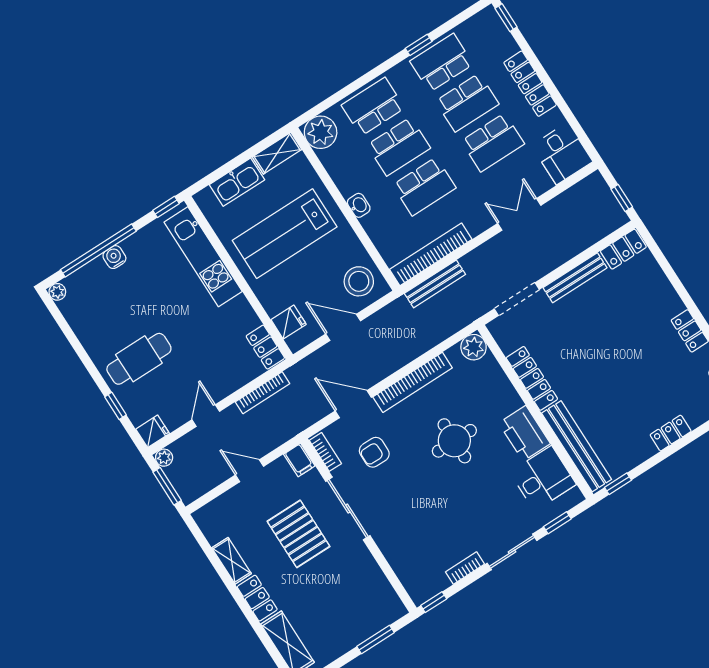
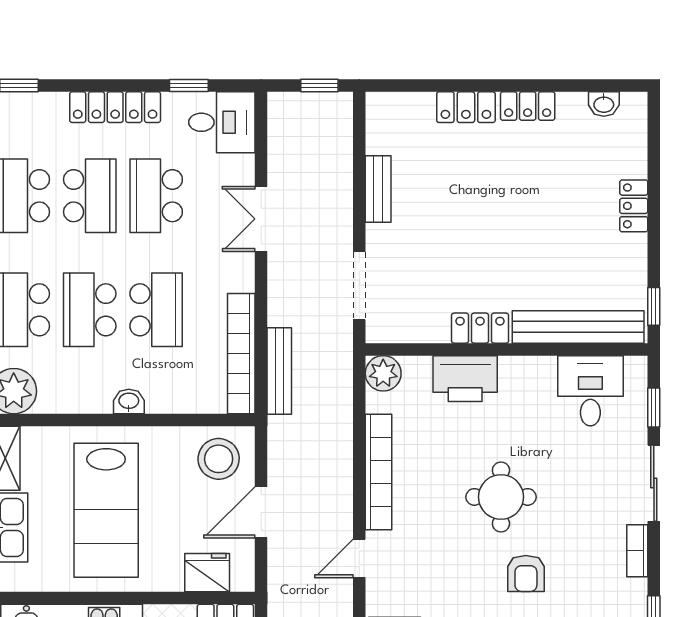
window: (571, 120) -> (189, 86), added
school desk: (493, 142) -> (156, 196), turned 180
school desk: (399, 147) -> (90, 310), turned 180
locker: (623, 249) -> (466, 107), moved, turned 90
bench: (575, 278) -> (378, 189), width x0.73
fridge: (289, 322) -> (207, 573), width x1.38
locker: (532, 378) -> (480, 328), width x0.66
door: (353, 404) -> (359, 558), width x0.73
printer: (524, 433) -> (465, 379), moved
round table: (454, 441) -> (501, 497), moved
armchair: (374, 452) -> (526, 573), moved

